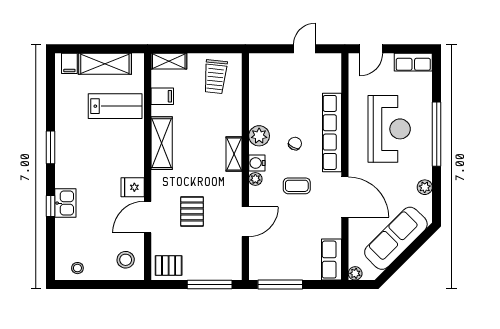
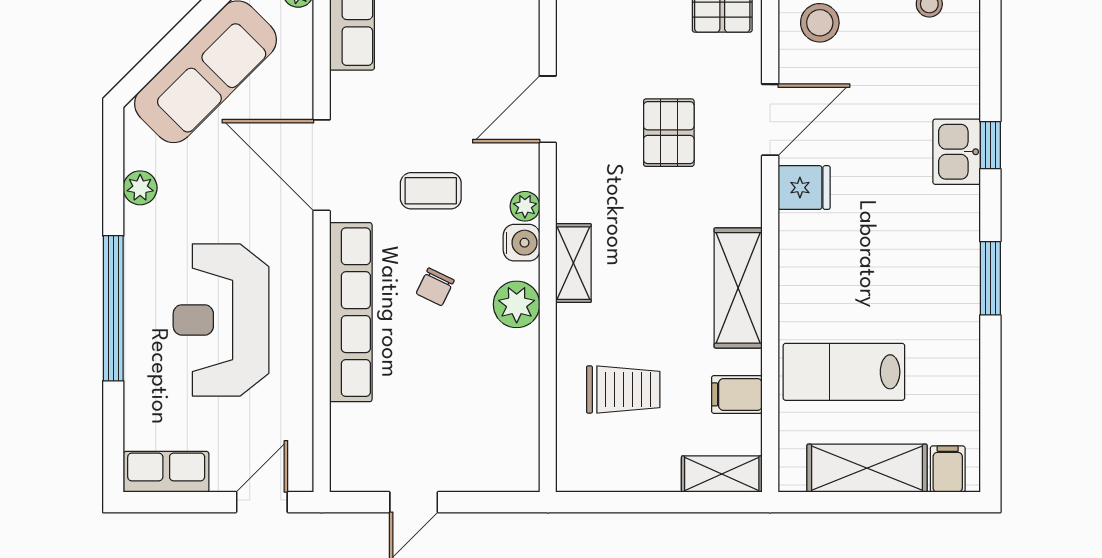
trolley: (215, 77) -> (623, 390), moved, turned 84

